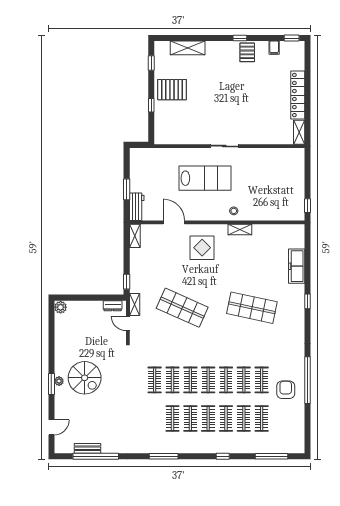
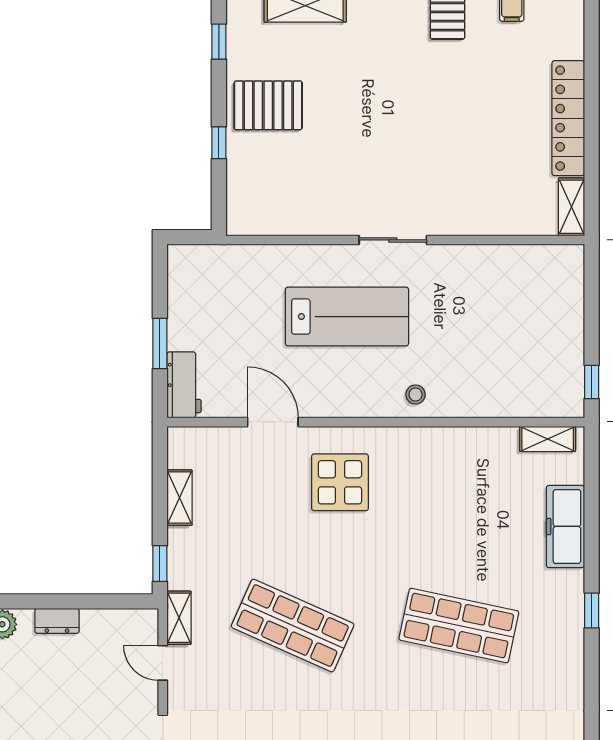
shelving: (240, 229) -> (548, 439), moved
shelving: (135, 236) -> (179, 498), moved
dresser: (113, 306) -> (57, 621), moved

